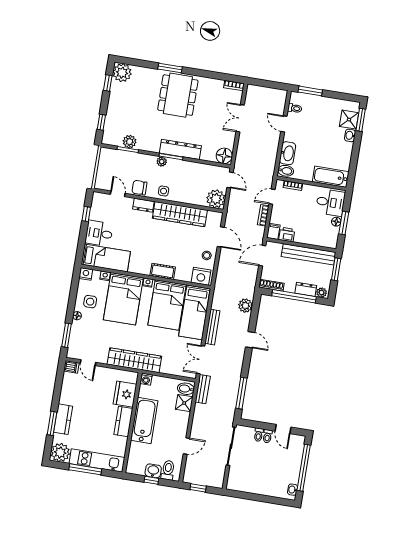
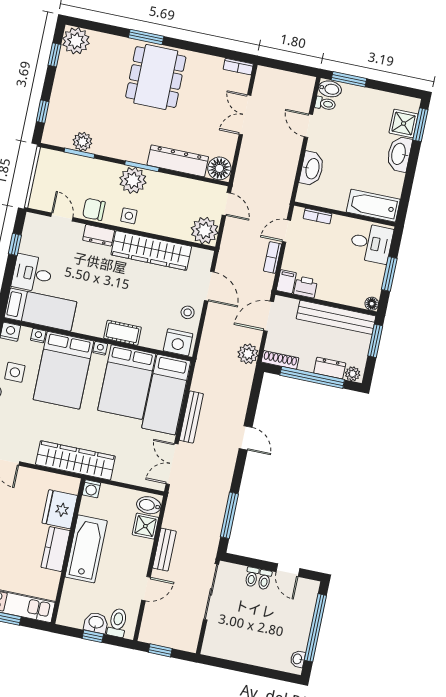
washbasin: (350, 135) -> (399, 154), width x1.91, depth x1.45
dresser: (180, 149) -> (178, 161), moved
plant: (162, 162) -> (133, 180), width x1.88, depth x1.88
bidet: (286, 171) -> (330, 89), moved
floor lamp: (336, 222) -> (372, 304), moved
plant: (245, 306) -> (248, 354), moved
bench: (203, 389) -> (164, 550), moved

